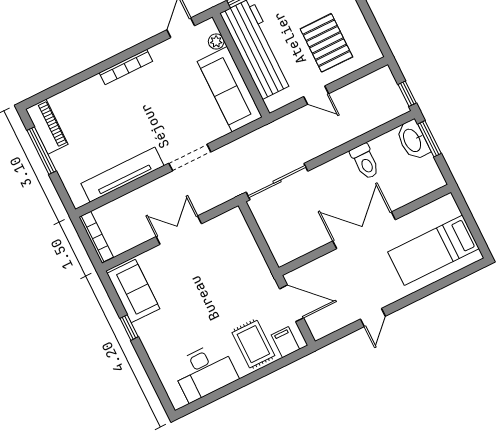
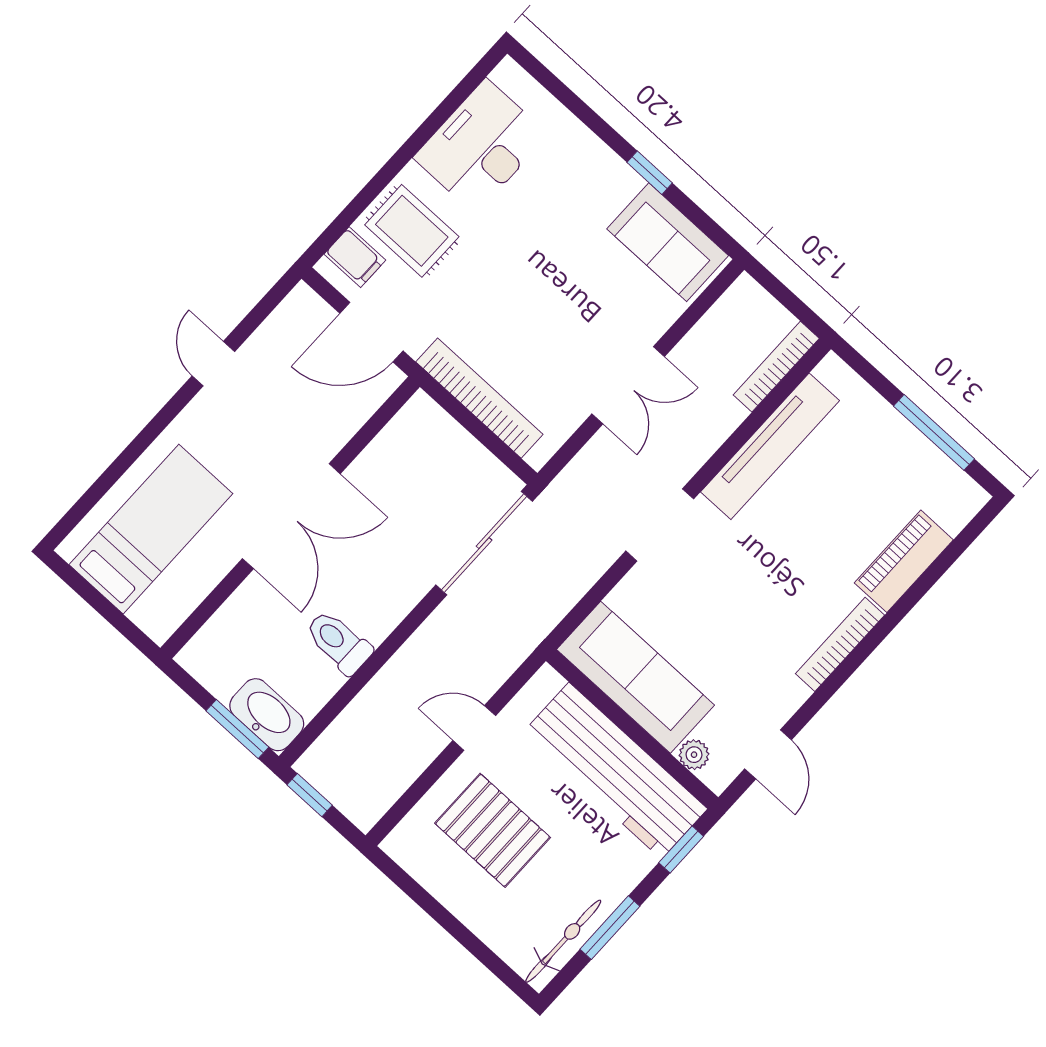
piano: (47, 127) -> (904, 561), moved, turned 90
bookcase: (96, 237) -> (776, 367), moved, turned 90
bookcase: (252, 252) -> (479, 398), added

